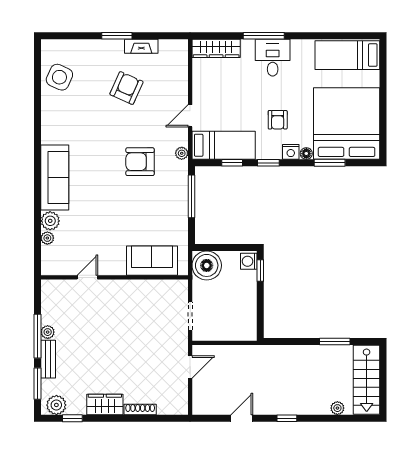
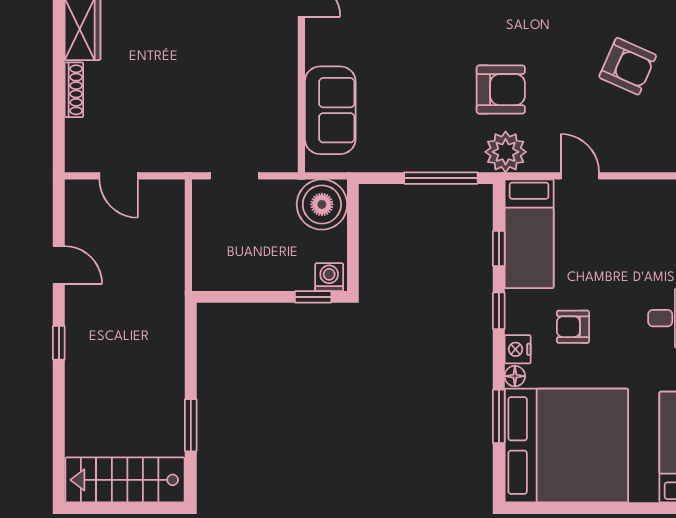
plant: (182, 153) -> (506, 152), width x1.87, depth x1.87
armchair: (140, 162) -> (501, 90), turned 90
door: (190, 367) -> (119, 176), moved
plant: (337, 408) -> (76, 430), removed

